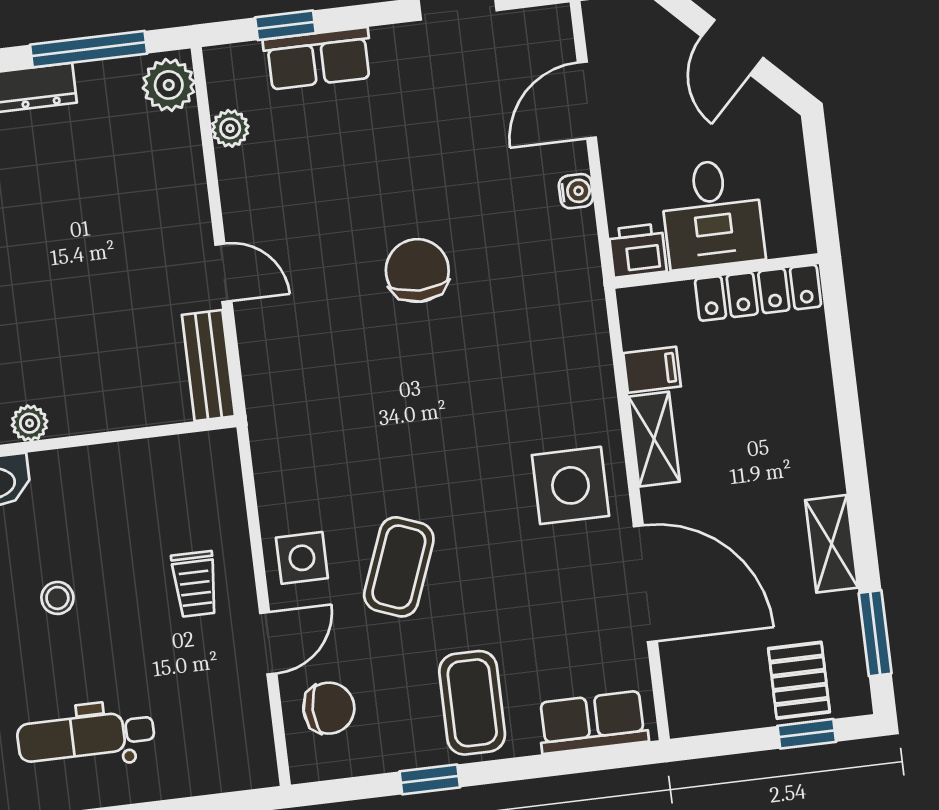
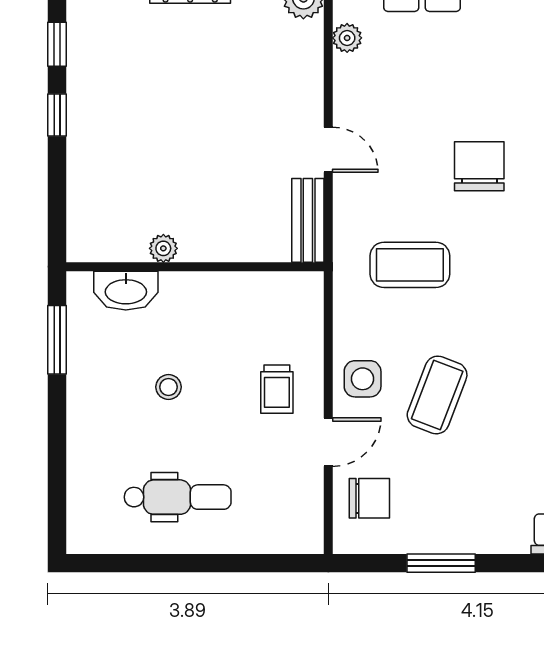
coffee table: (472, 703) -> (410, 265), moved, turned 90
dental chair: (86, 736) -> (178, 497), turned 180
window: (430, 779) -> (441, 563), width x1.50

